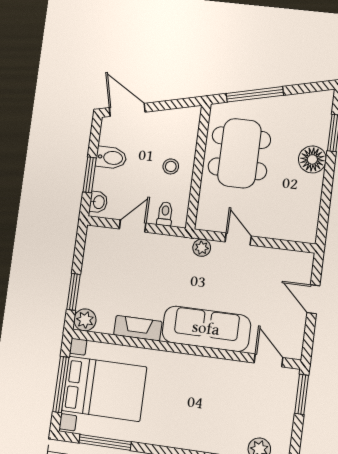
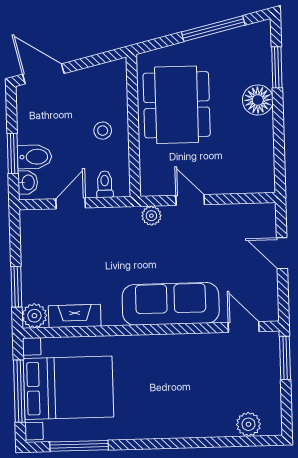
window: (255, 94) -> (213, 29), moved
bidet: (111, 158) -> (35, 157), moved
fireplace: (138, 328) -> (75, 316), moved

